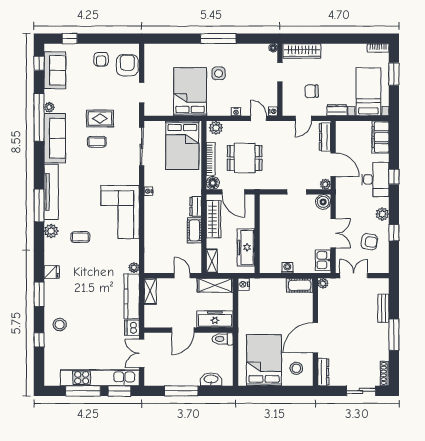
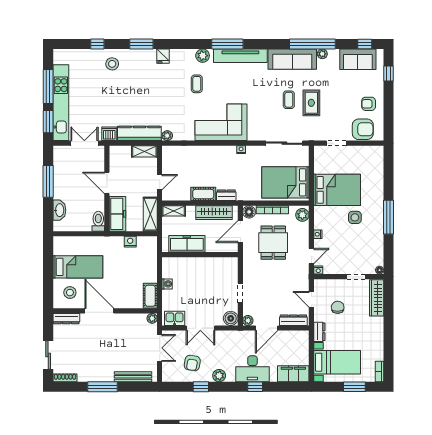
nightstand: (244, 284) -> (130, 242), moved
bench: (383, 308) -> (133, 377), width x1.36
bed: (264, 360) -> (78, 267), width x0.67

